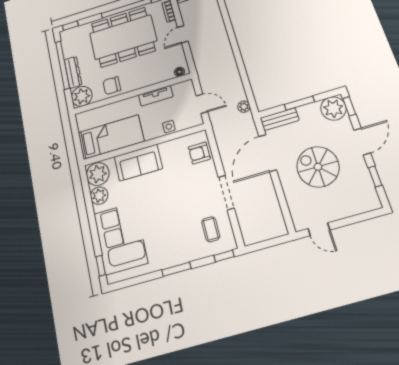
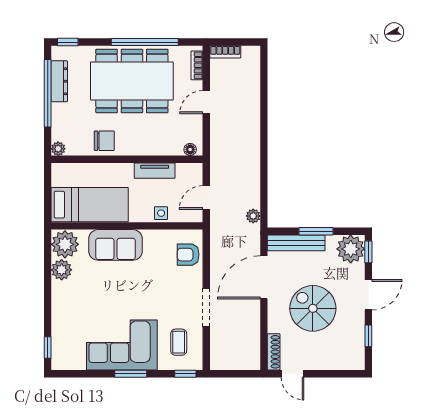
dresser: (73, 72) -> (59, 81), moved
chair: (112, 86) -> (104, 141), turned 180
plant: (82, 96) -> (58, 149), width x0.53, depth x0.53
door: (202, 104) -> (206, 198), swing flipped
bench: (280, 119) -> (296, 243), width x1.36
shoe rack: (296, 214) -> (274, 352), added
corner sofa: (120, 238) -> (122, 345), moved, turned -90

